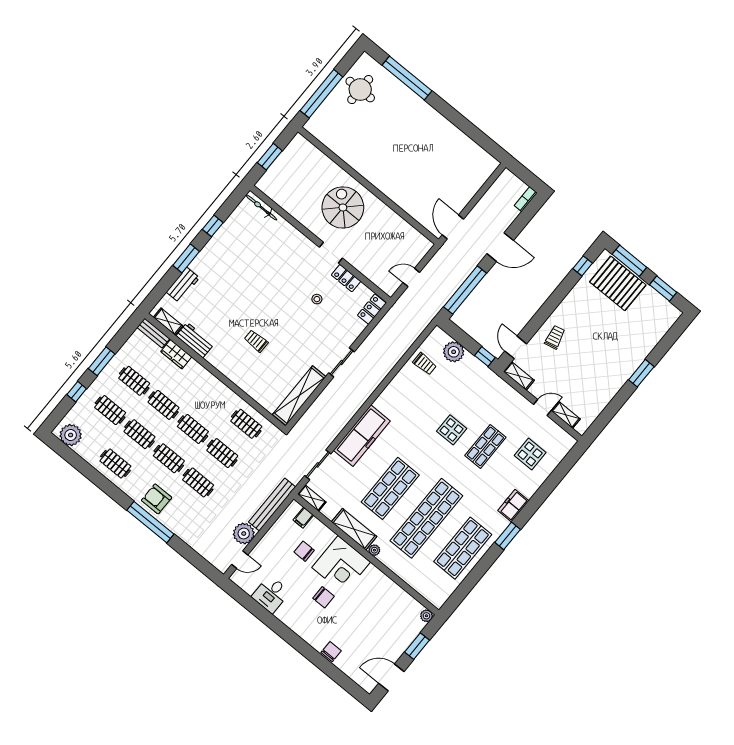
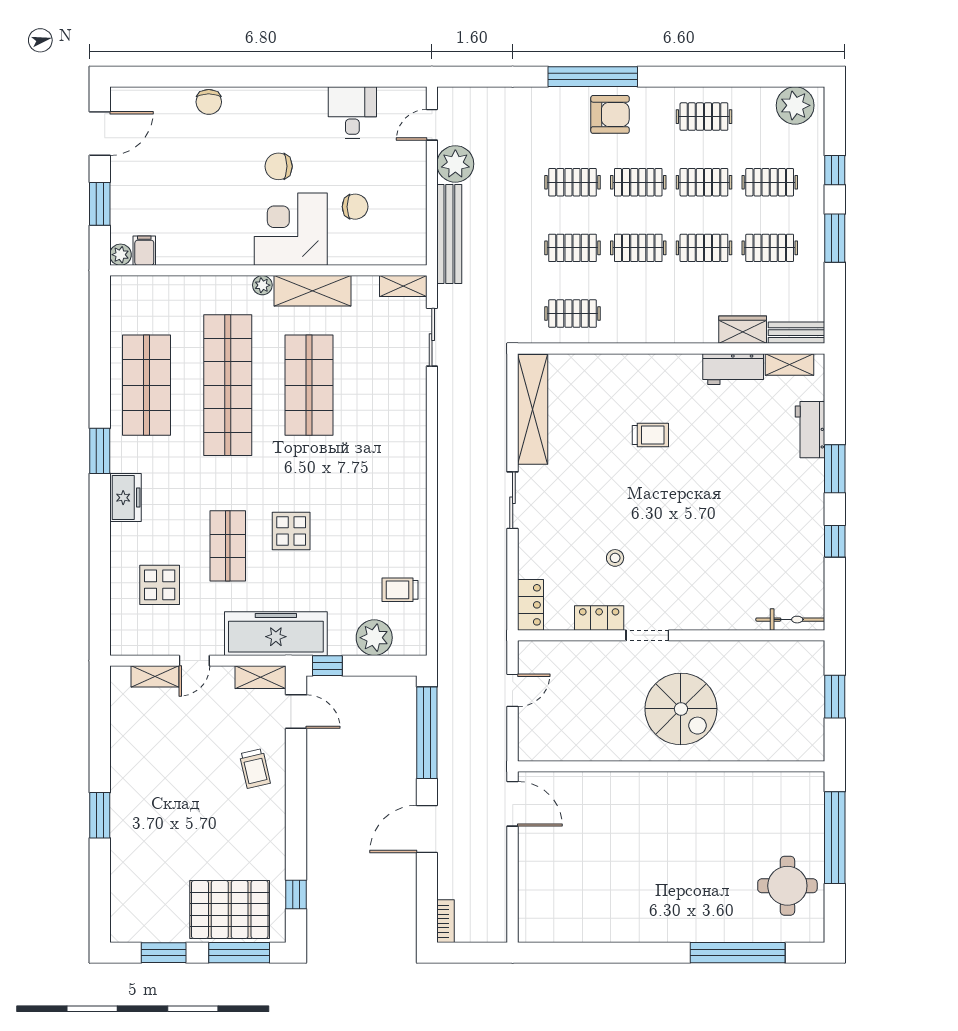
freezer: (362, 436) -> (276, 634), moved, turned 90
filing cabinet: (303, 518) -> (144, 251), moved

